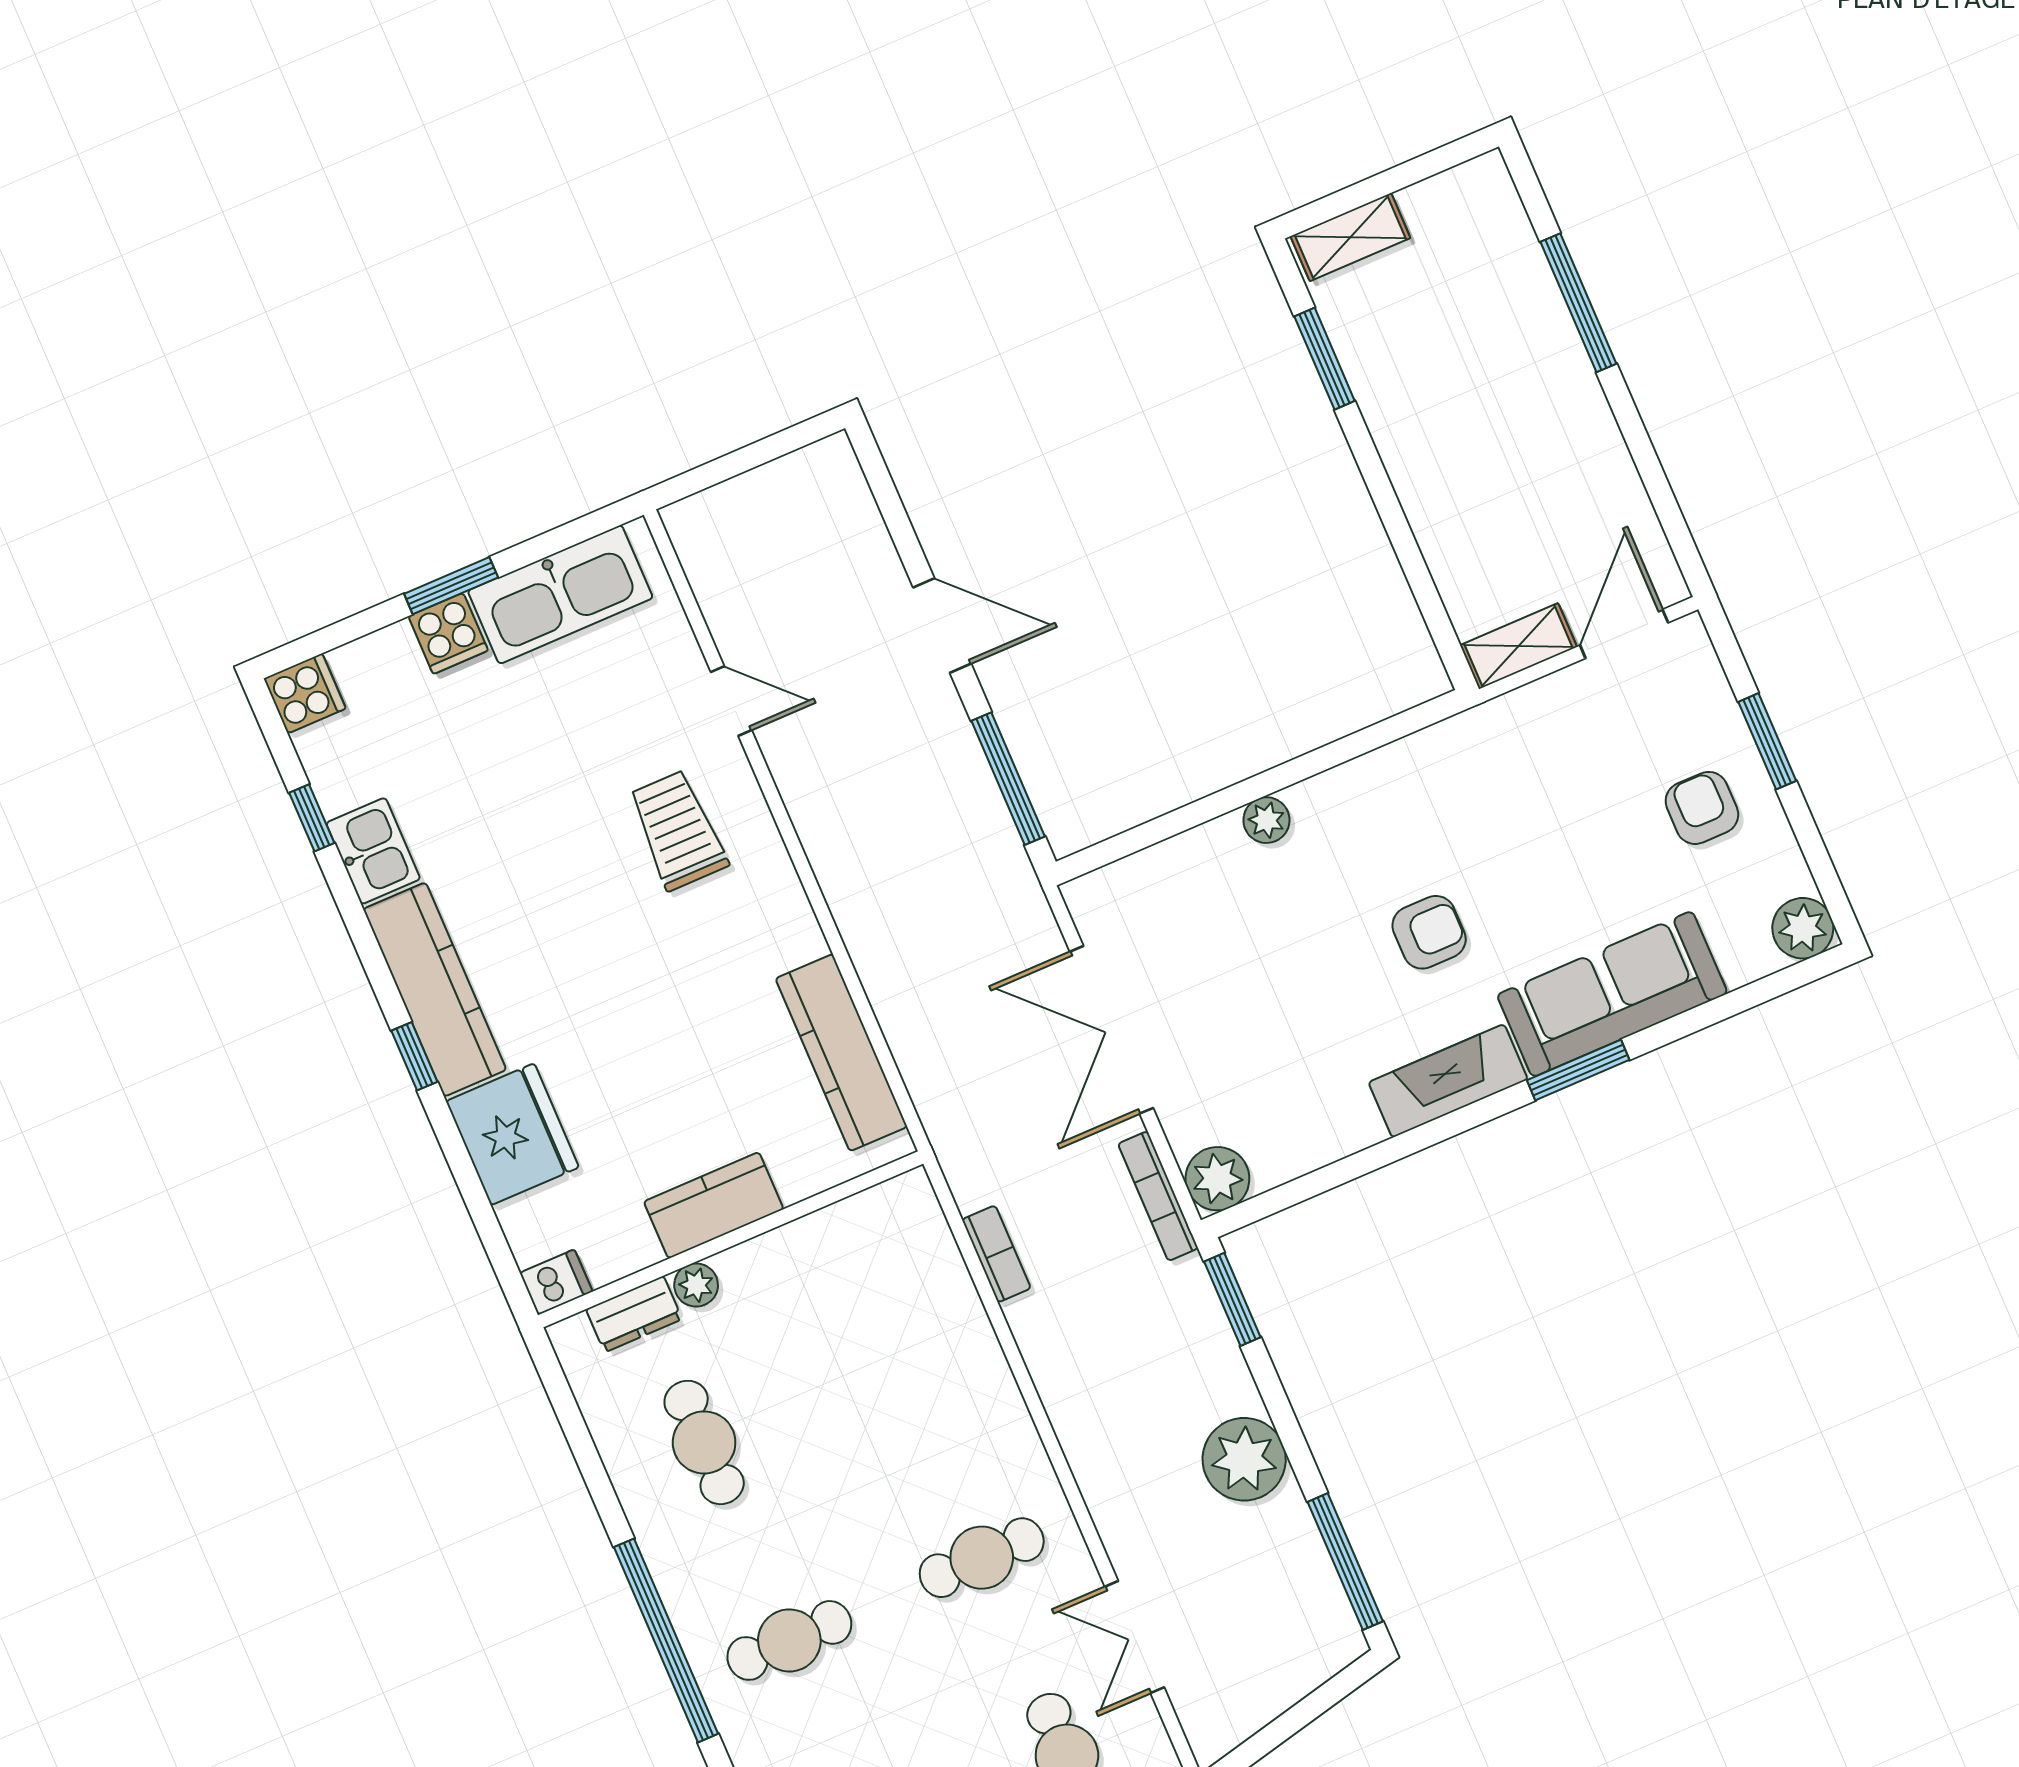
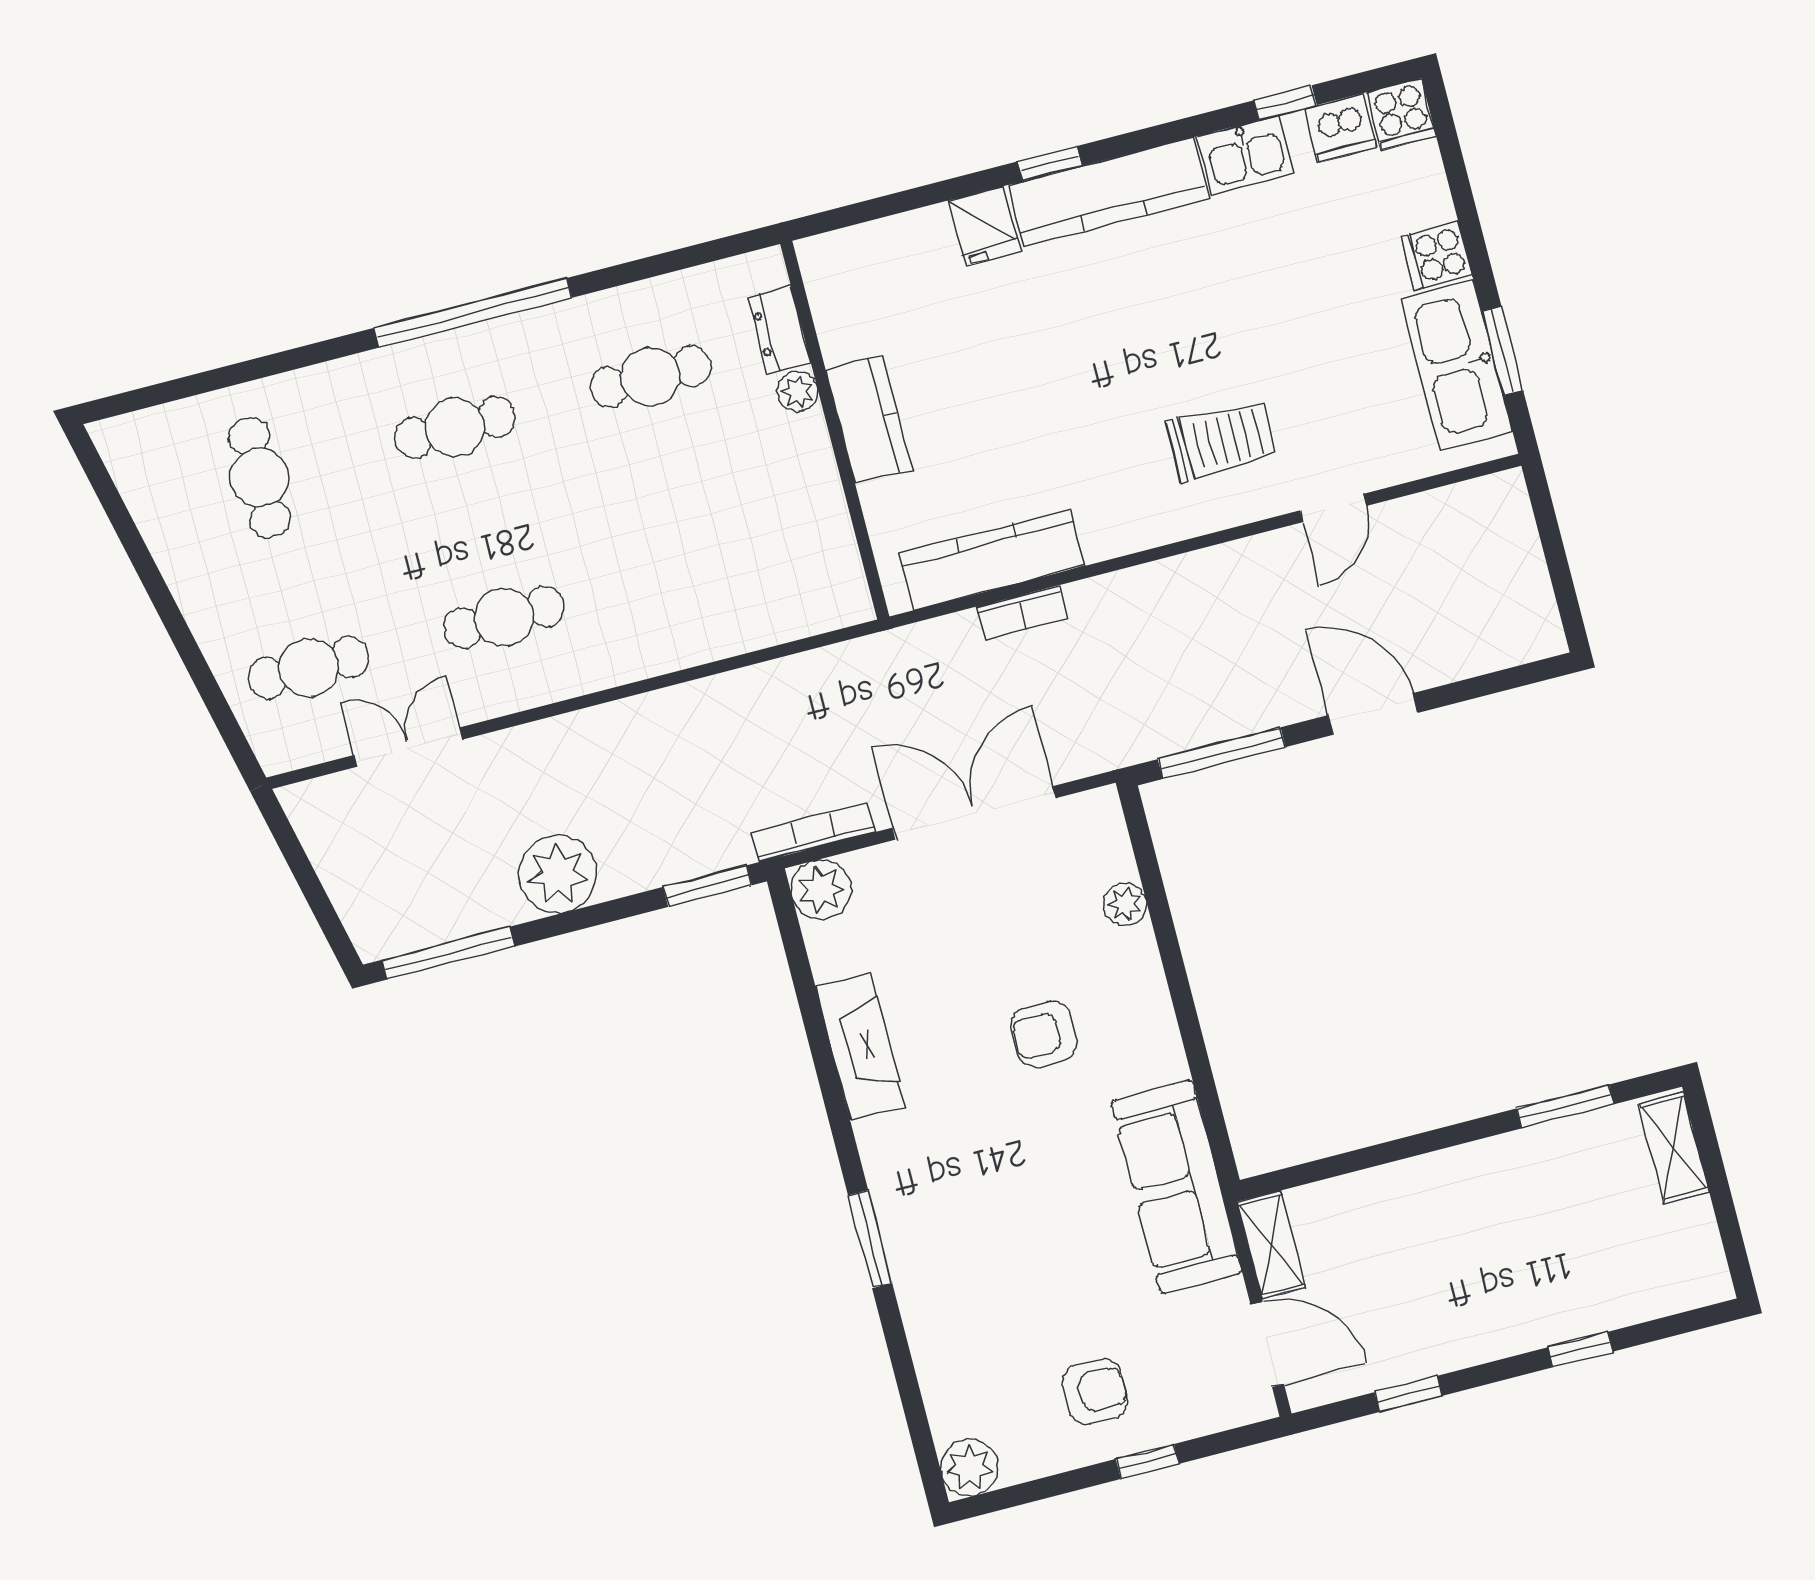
window: (1578, 303) -> (1581, 1349), width x0.46
window: (1653, 477) -> (1408, 1394), added
window: (451, 586) -> (1502, 351), moved
door: (942, 625) -> (1373, 714), swing flipped
window: (1767, 741) -> (1147, 1461), width x0.67
plant: (1266, 820) -> (1125, 904), moved
armchair: (1429, 932) -> (1044, 1034), moved, turned 90
sofa: (1612, 994) -> (1176, 1187), moved, turned 180
fireplace: (1448, 1081) -> (860, 1046), moved
fridge: (512, 1134) -> (985, 226), width x0.53, depth x0.75
bookcase: (996, 1254) -> (1022, 612), moved
dishwasher: (556, 1282) -> (1340, 128), moved, width x1.38
cafe table: (982, 1558) -> (504, 617), turned 90
cafe table: (789, 1640) -> (455, 427), turned 90

